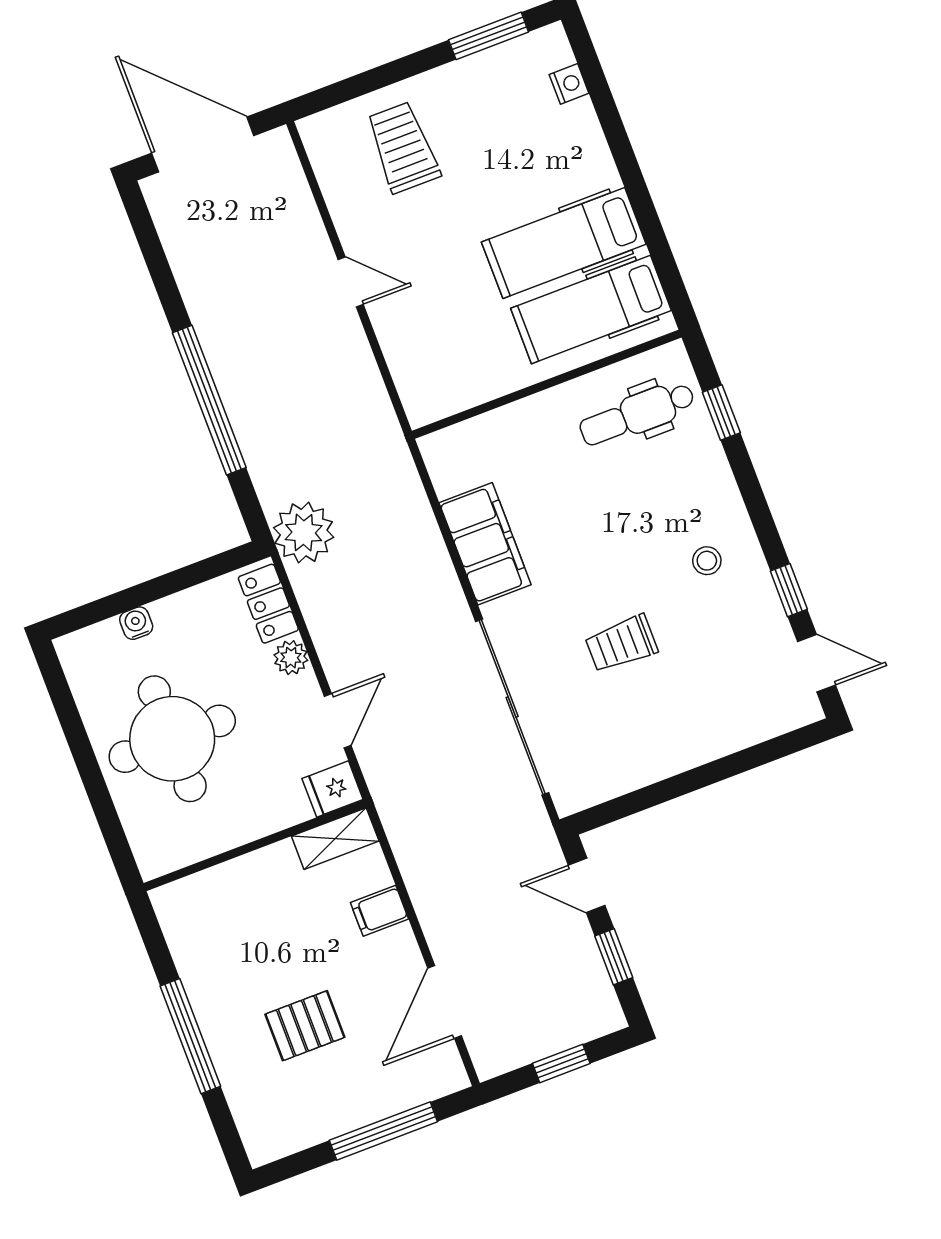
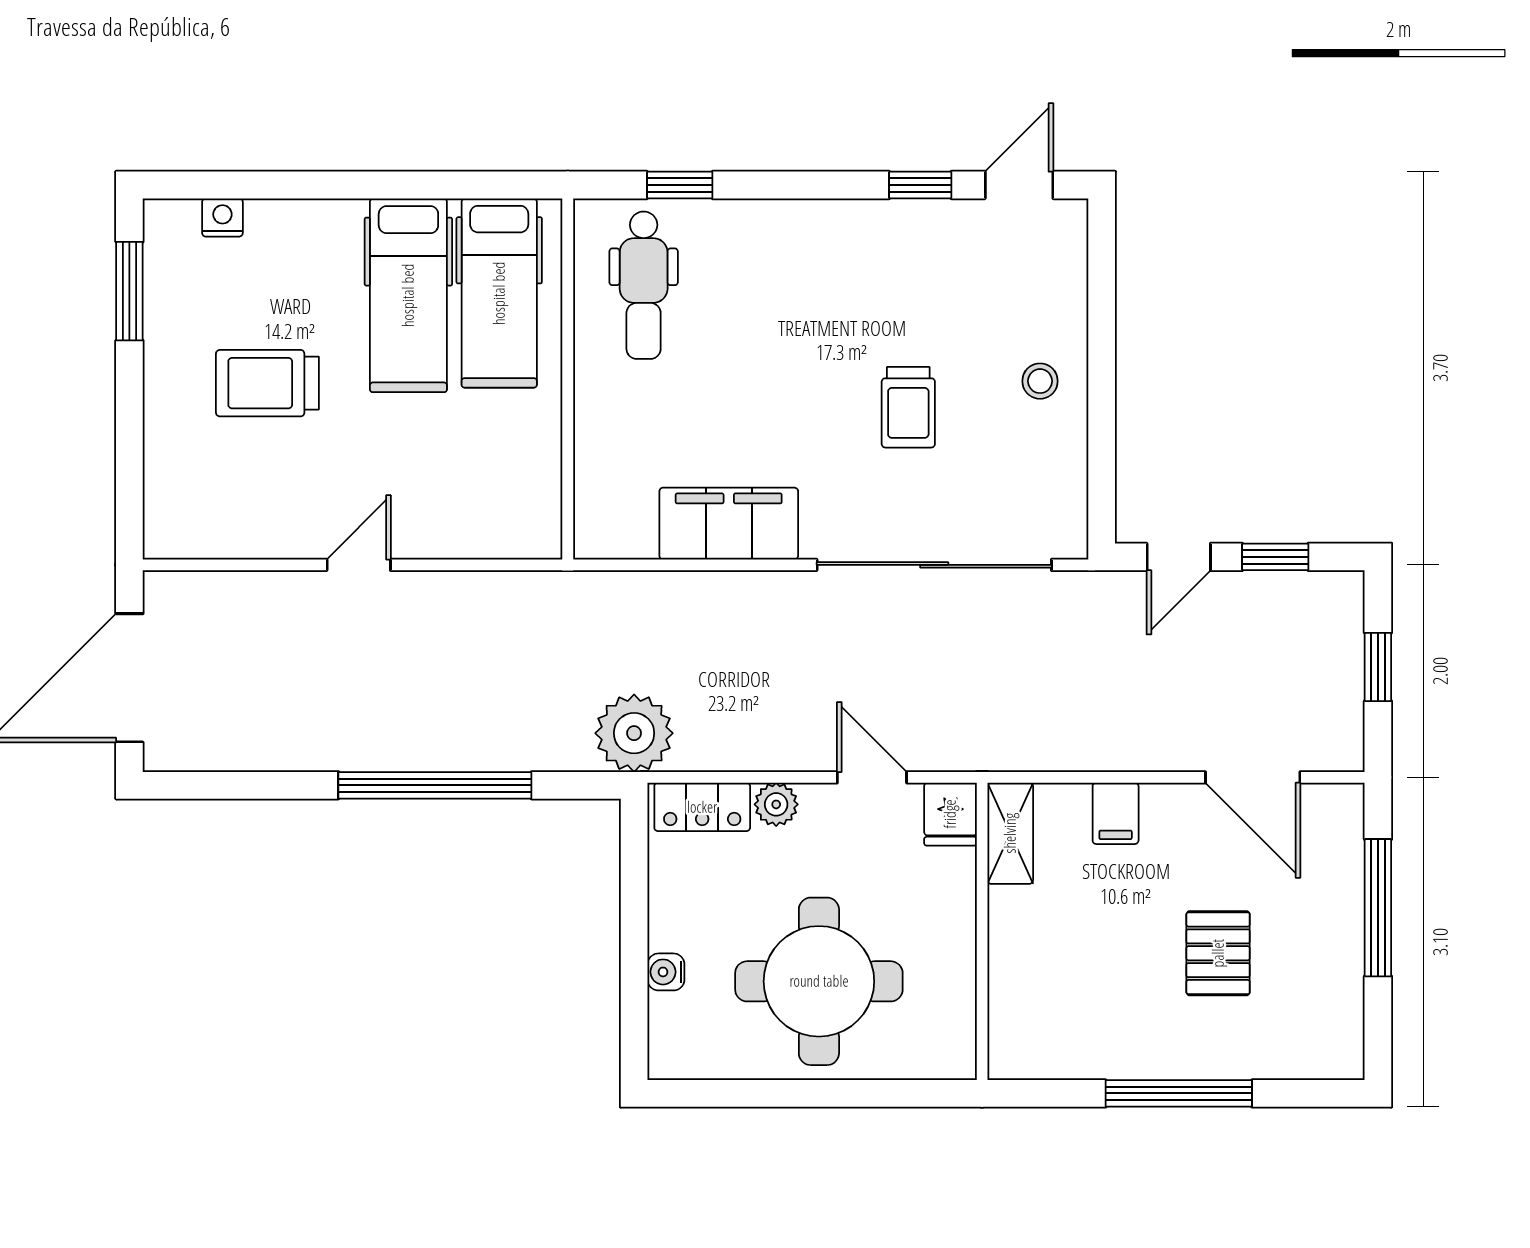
trolley: (403, 147) -> (267, 383), moved
stool: (707, 561) -> (1040, 381), moved

